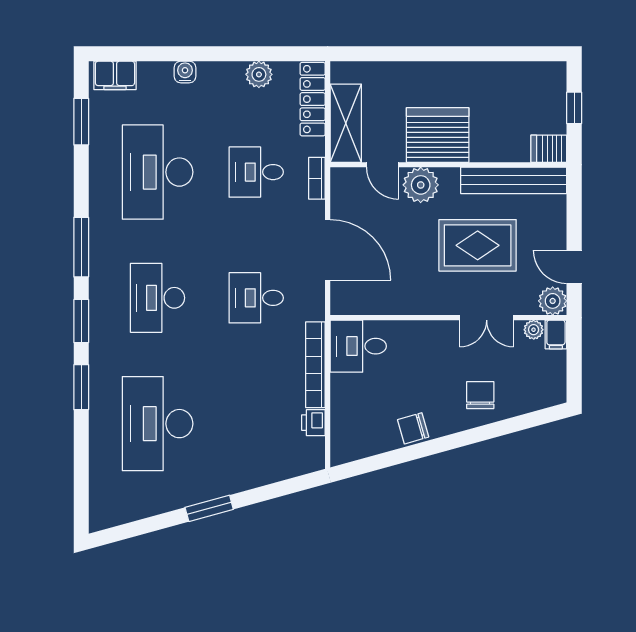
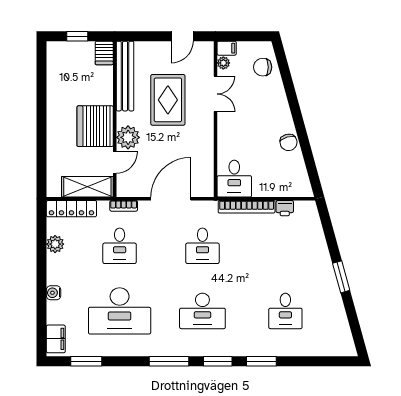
plant: (553, 301) -> (205, 50), removed
chair: (480, 395) -> (263, 67), moved
desk: (158, 424) -> (285, 311), width x0.53, depth x0.77

